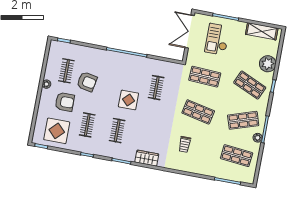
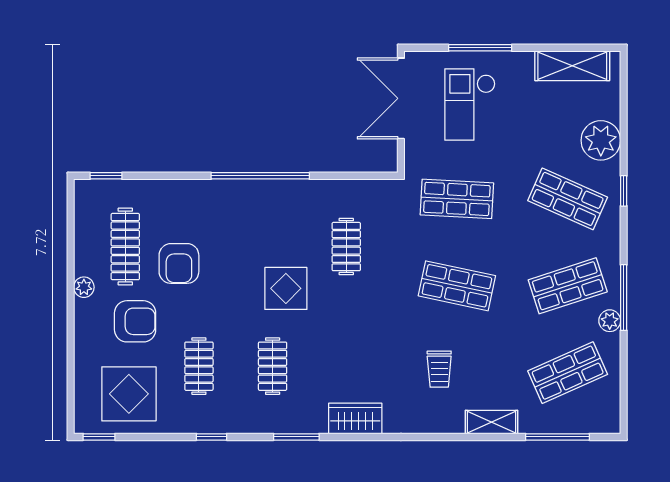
clothes rail: (66, 71) -> (125, 247), width x1.36
armchair: (87, 82) -> (179, 263), turned 79
shop shelf: (237, 156) -> (568, 373), turned -30
shelving: (202, 170) -> (491, 422), added

